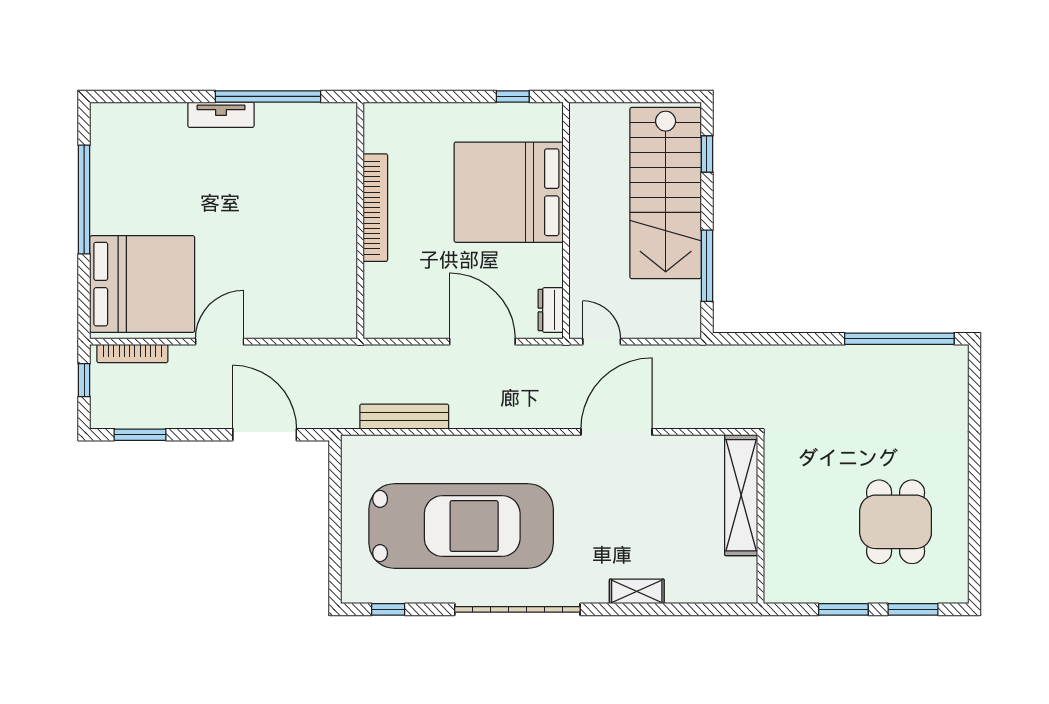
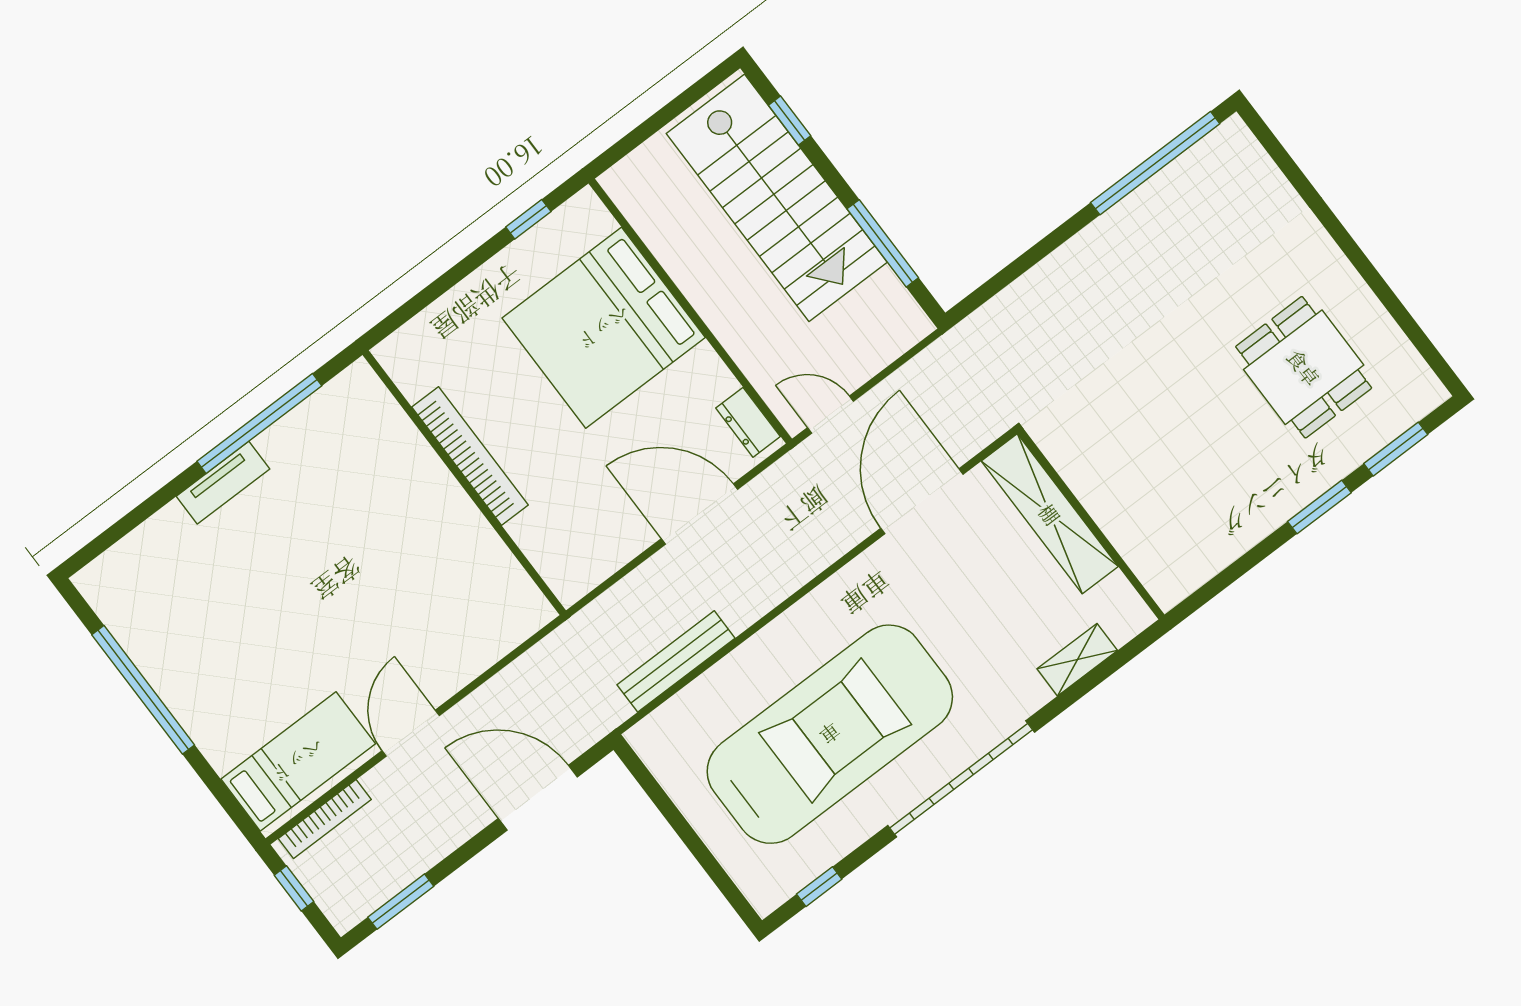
bed: (142, 284) -> (298, 761), width x0.49
shelving: (741, 495) -> (1050, 514), moved
wall: (760, 519) -> (1091, 524), moved

